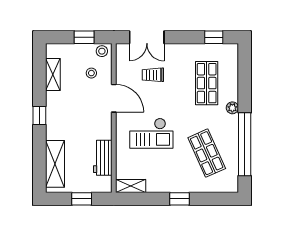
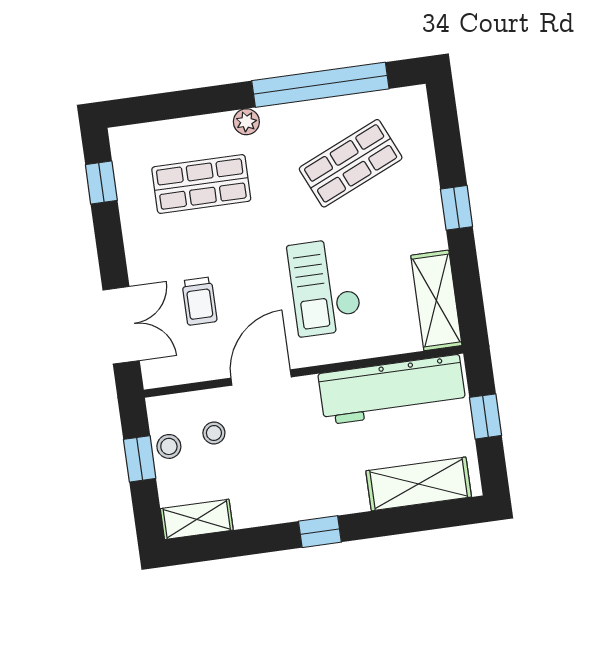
stool: (102, 51) -> (169, 446), moved
shelving: (53, 75) -> (197, 519), moved
checkout: (151, 133) -> (325, 287), turned 180
workbench: (103, 158) -> (392, 390), width x1.88, depth x1.32
shelving: (131, 186) -> (436, 300), width x1.50, depth x1.33

